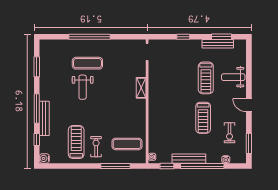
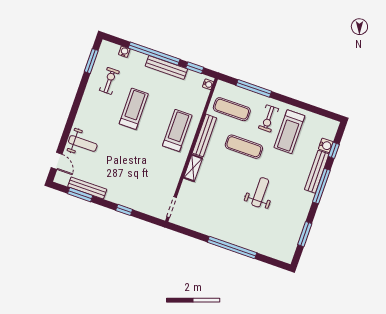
exercise mat: (87, 63) -> (244, 147), moved
treadmill: (206, 78) -> (177, 130), moved
door: (249, 105) -> (57, 161), moved
bench: (141, 116) -> (204, 135), added
water cooler: (44, 158) -> (326, 145), moved

